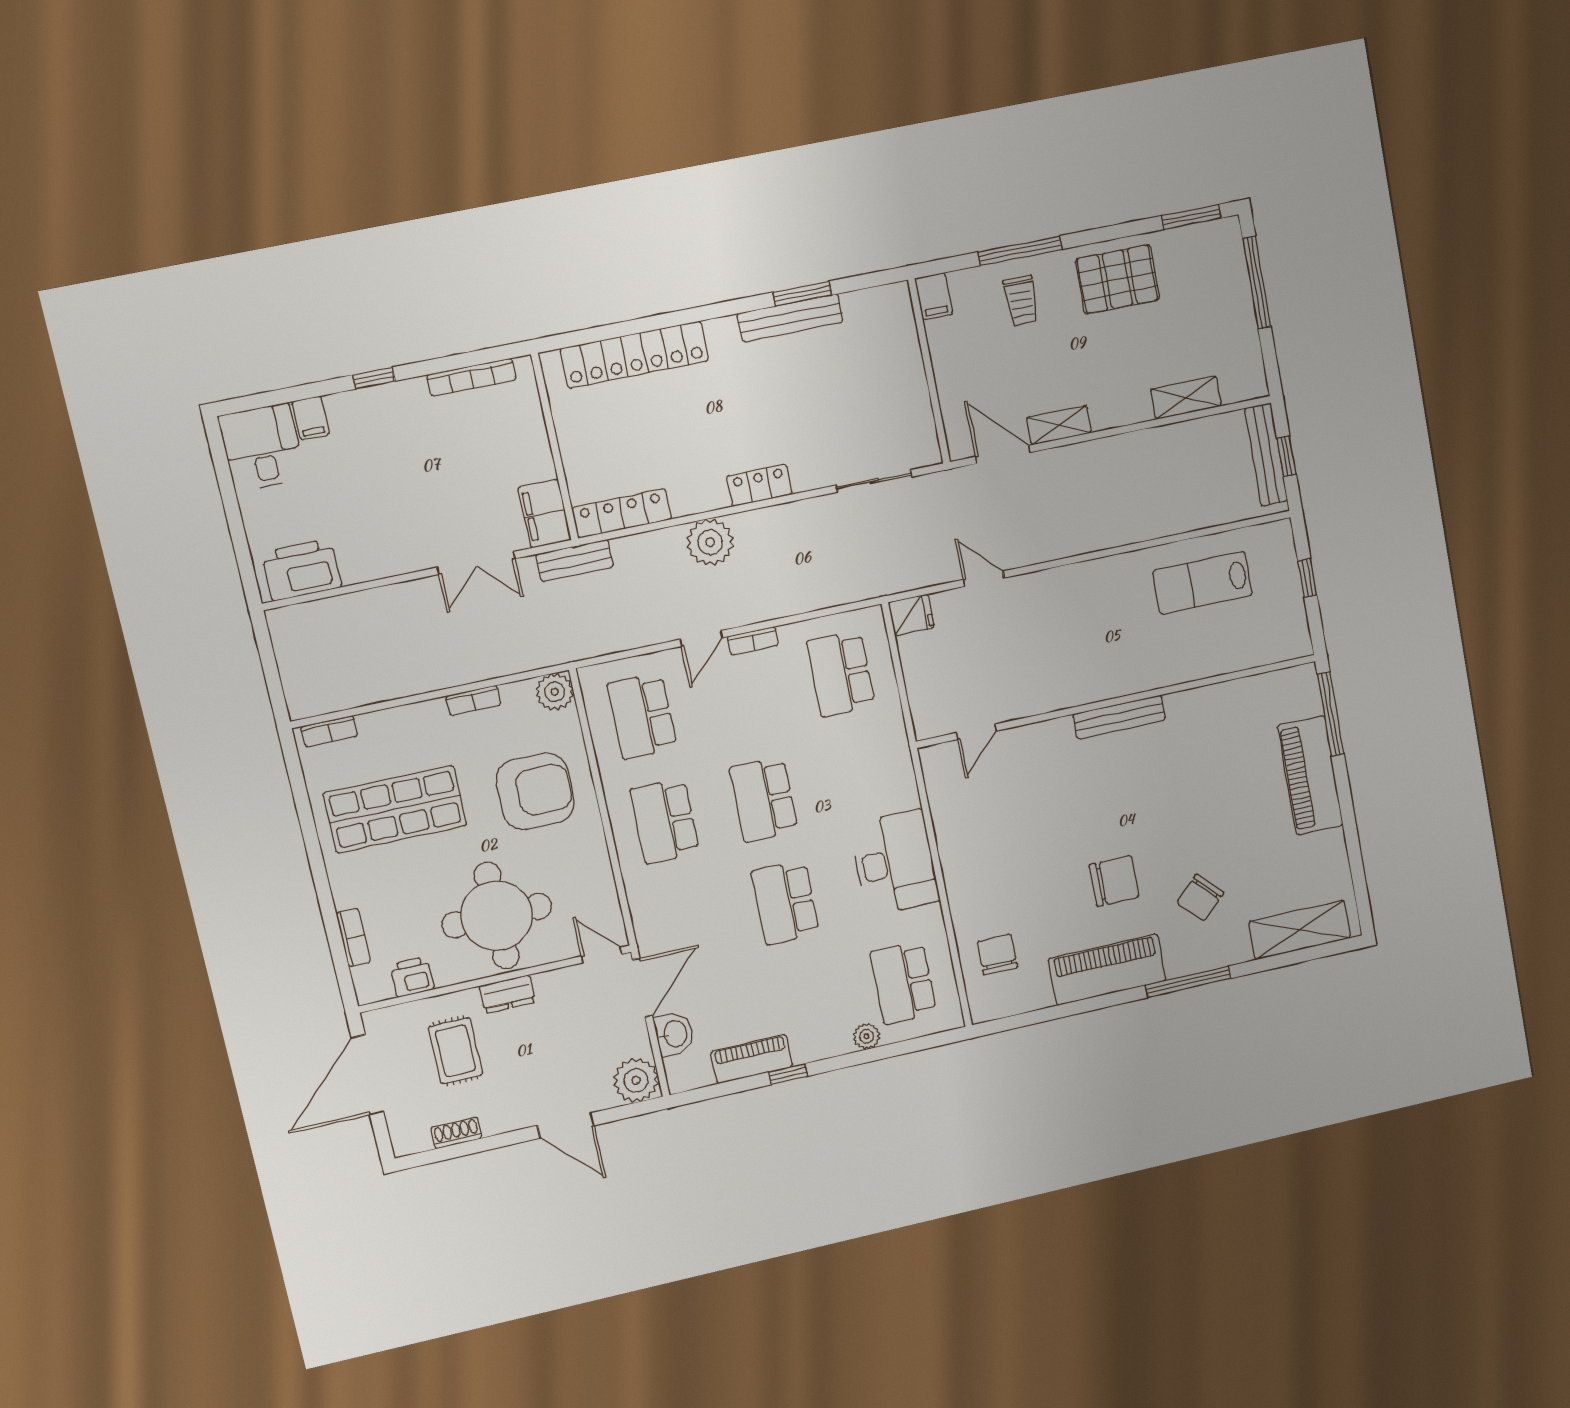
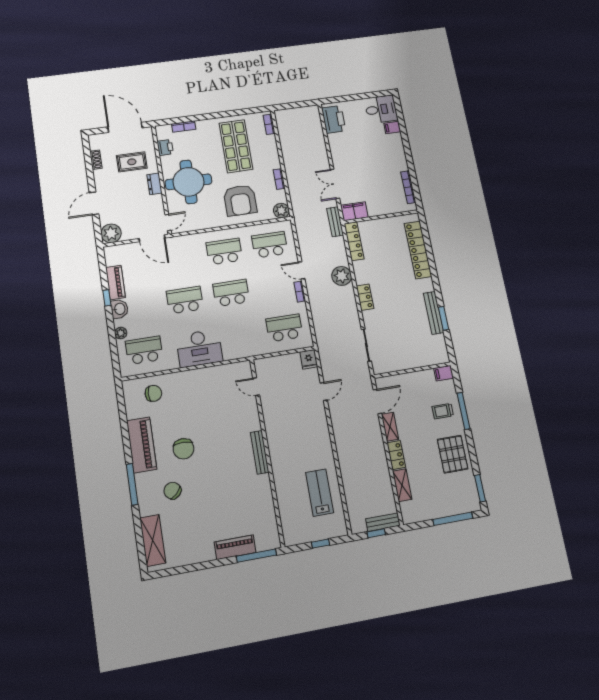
window: (374, 378) -> (408, 151), removed
locker: (1121, 411) -> (396, 455), added
bench: (1266, 455) -> (383, 522), width x0.73
piano: (1310, 775) -> (235, 547), width x0.73, depth x0.75
washbasin: (674, 1034) -> (119, 309), moved, turned -90

